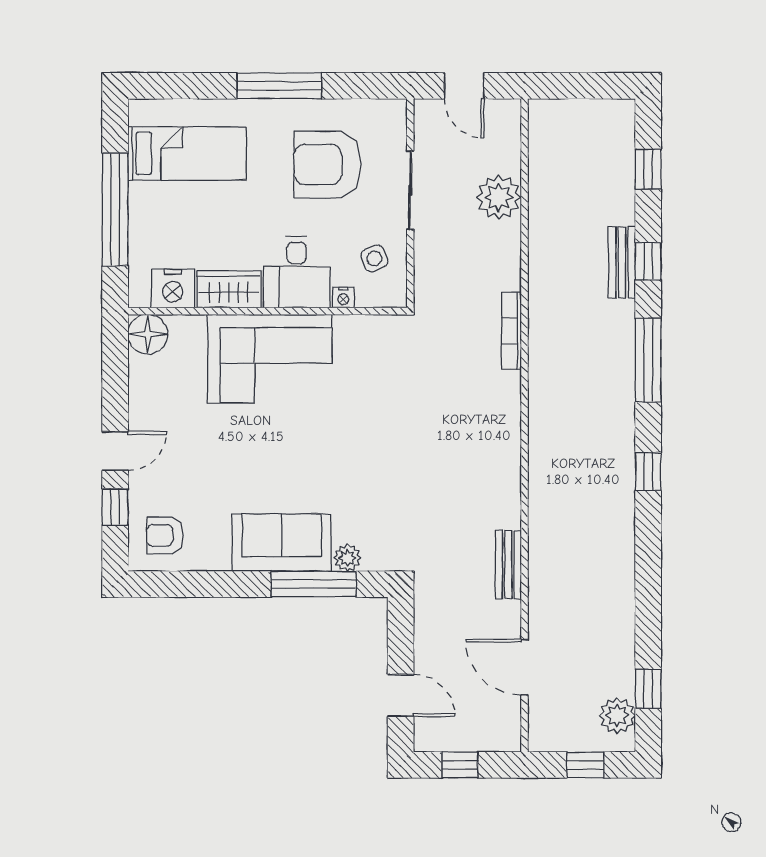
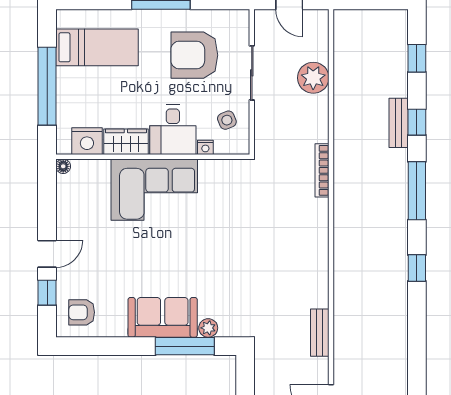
floor lamp: (148, 334) -> (63, 166), width x0.53, depth x0.53

